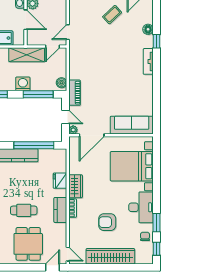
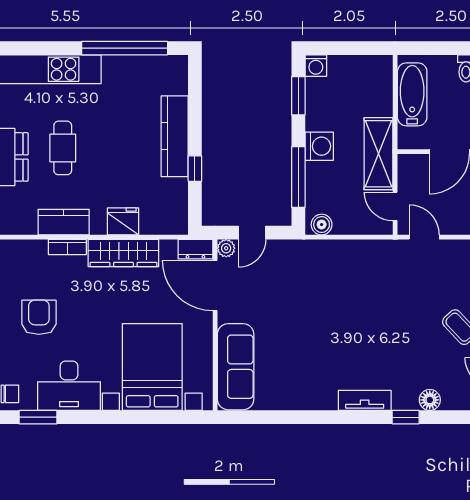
piano: (75, 93) -> (301, 251), removed
window: (34, 145) -> (195, 169), width x0.32
dresser: (74, 145) -> (195, 249), added
wardrobe: (76, 186) -> (123, 253), width x1.50

